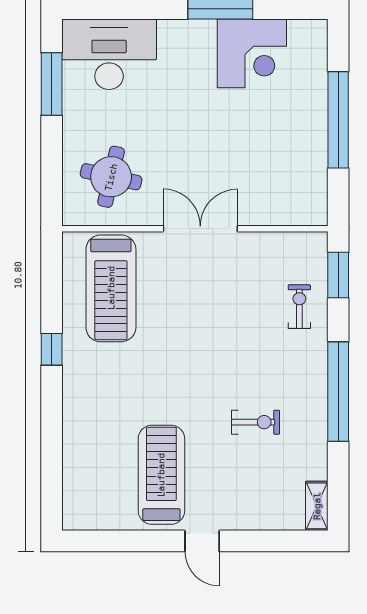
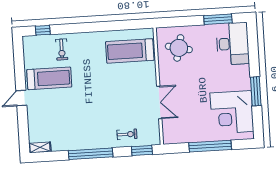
corner desk: (252, 53) -> (232, 112), width x1.36, depth x1.36
double door: (200, 229) -> (159, 102), moved
window: (52, 349) -> (43, 30), moved
exercise bike: (256, 422) -> (62, 49), moved

